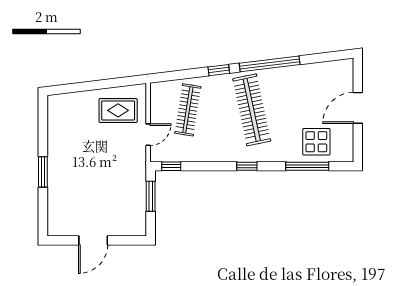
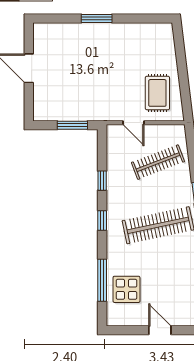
door: (358, 108) -> (160, 330), width x0.73
clothes rail: (188, 110) -> (158, 162), turned -30
window: (171, 166) -> (102, 181), moved

